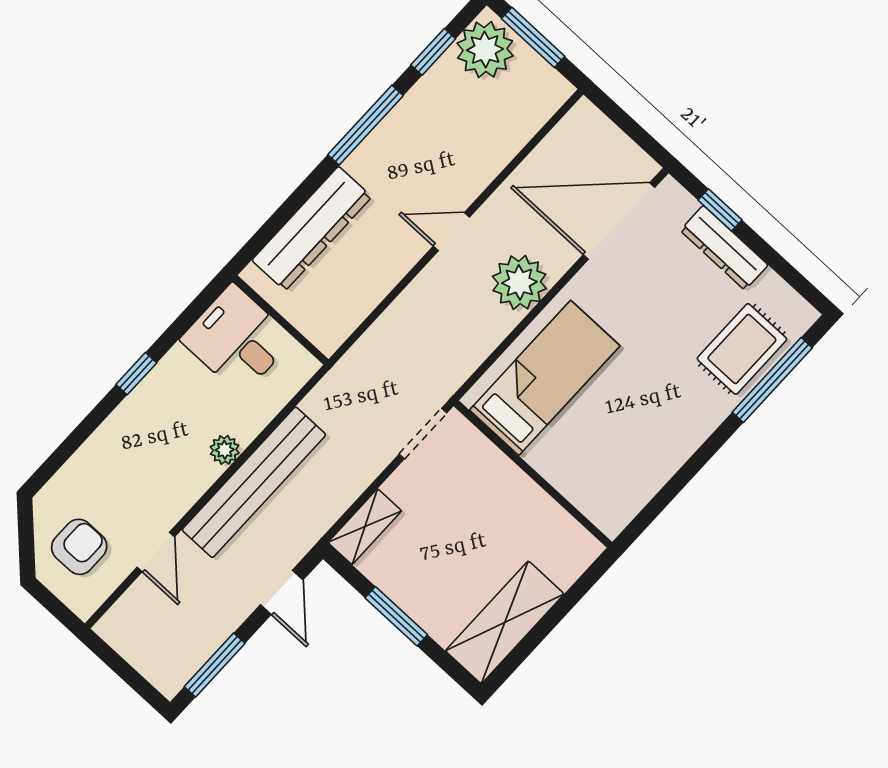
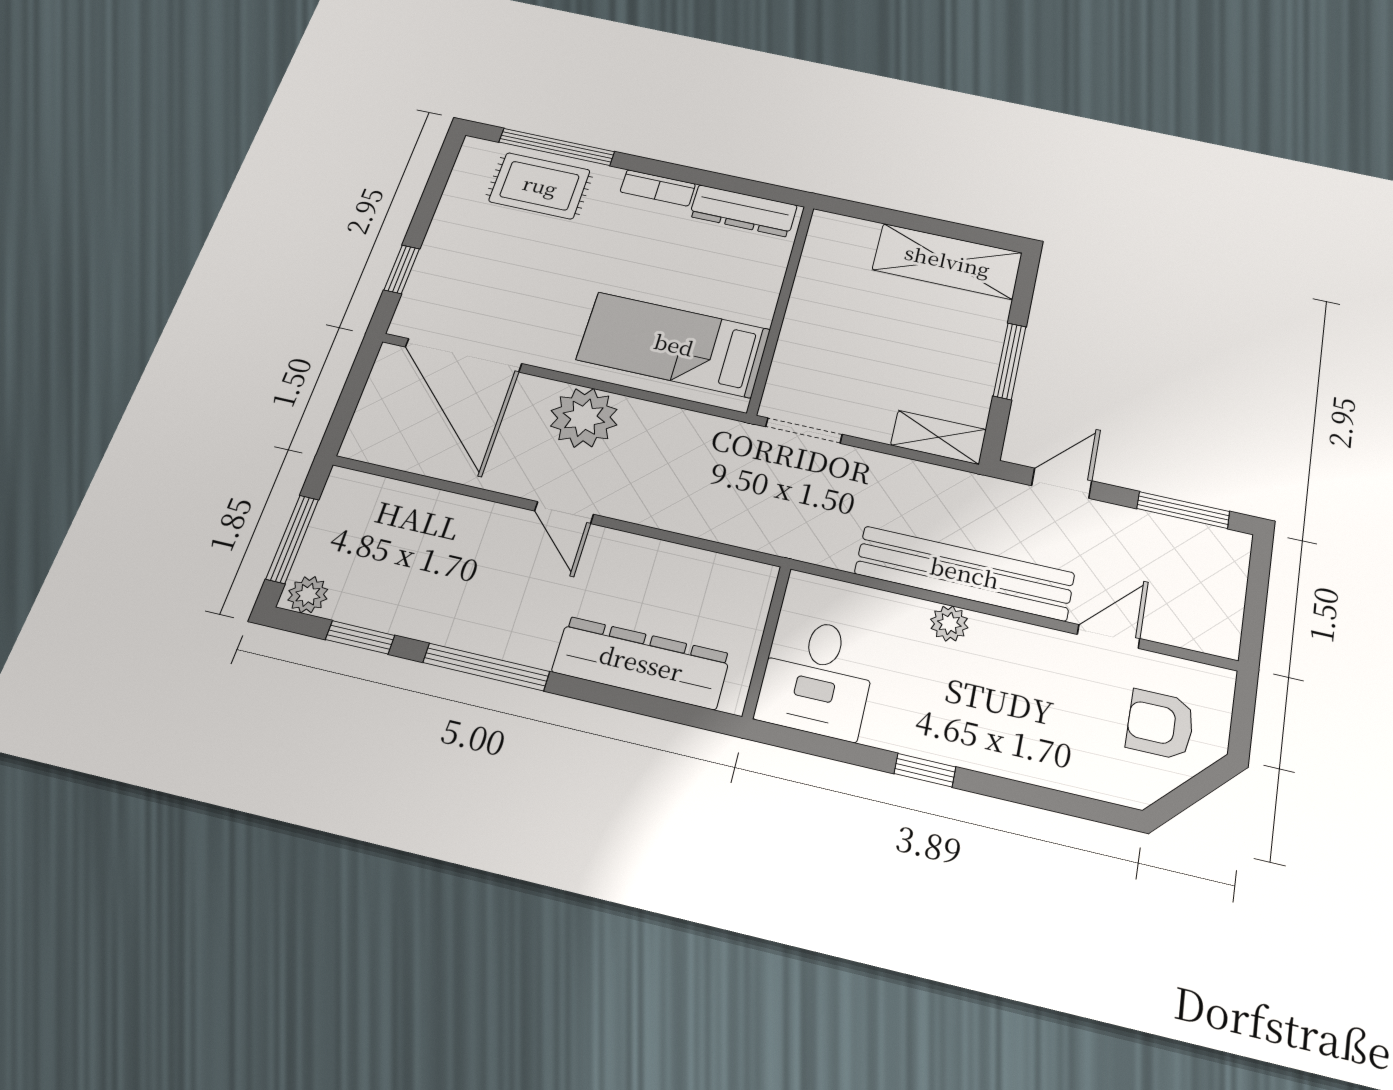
plant: (485, 50) -> (308, 595), width x0.53, depth x0.53
dresser: (724, 248) -> (743, 211), moved, turned 90
bookcase: (691, 439) -> (658, 188), added

